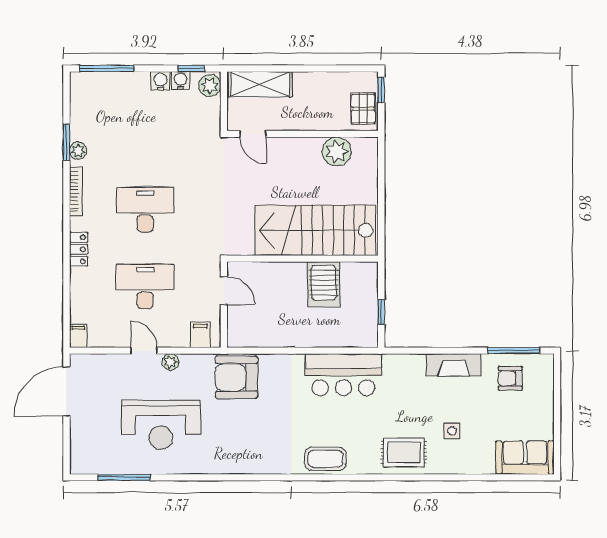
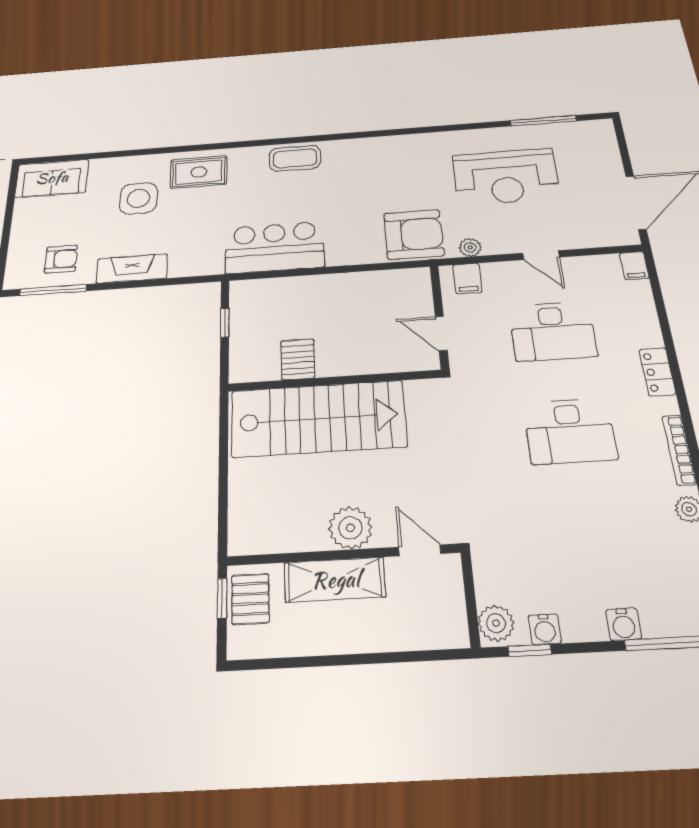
water cooler: (161, 81) -> (623, 624), moved
shelving: (260, 84) -> (335, 580), moved
window: (381, 90) -> (222, 598), moved
plant: (337, 151) -> (350, 528), moved
server rack: (324, 284) -> (298, 359), width x0.73, depth x0.70
plant: (170, 362) -> (470, 247), moved
reception desk: (161, 425) -> (506, 177), turned 180
side table: (452, 431) -> (138, 198), width x1.87, depth x1.87

